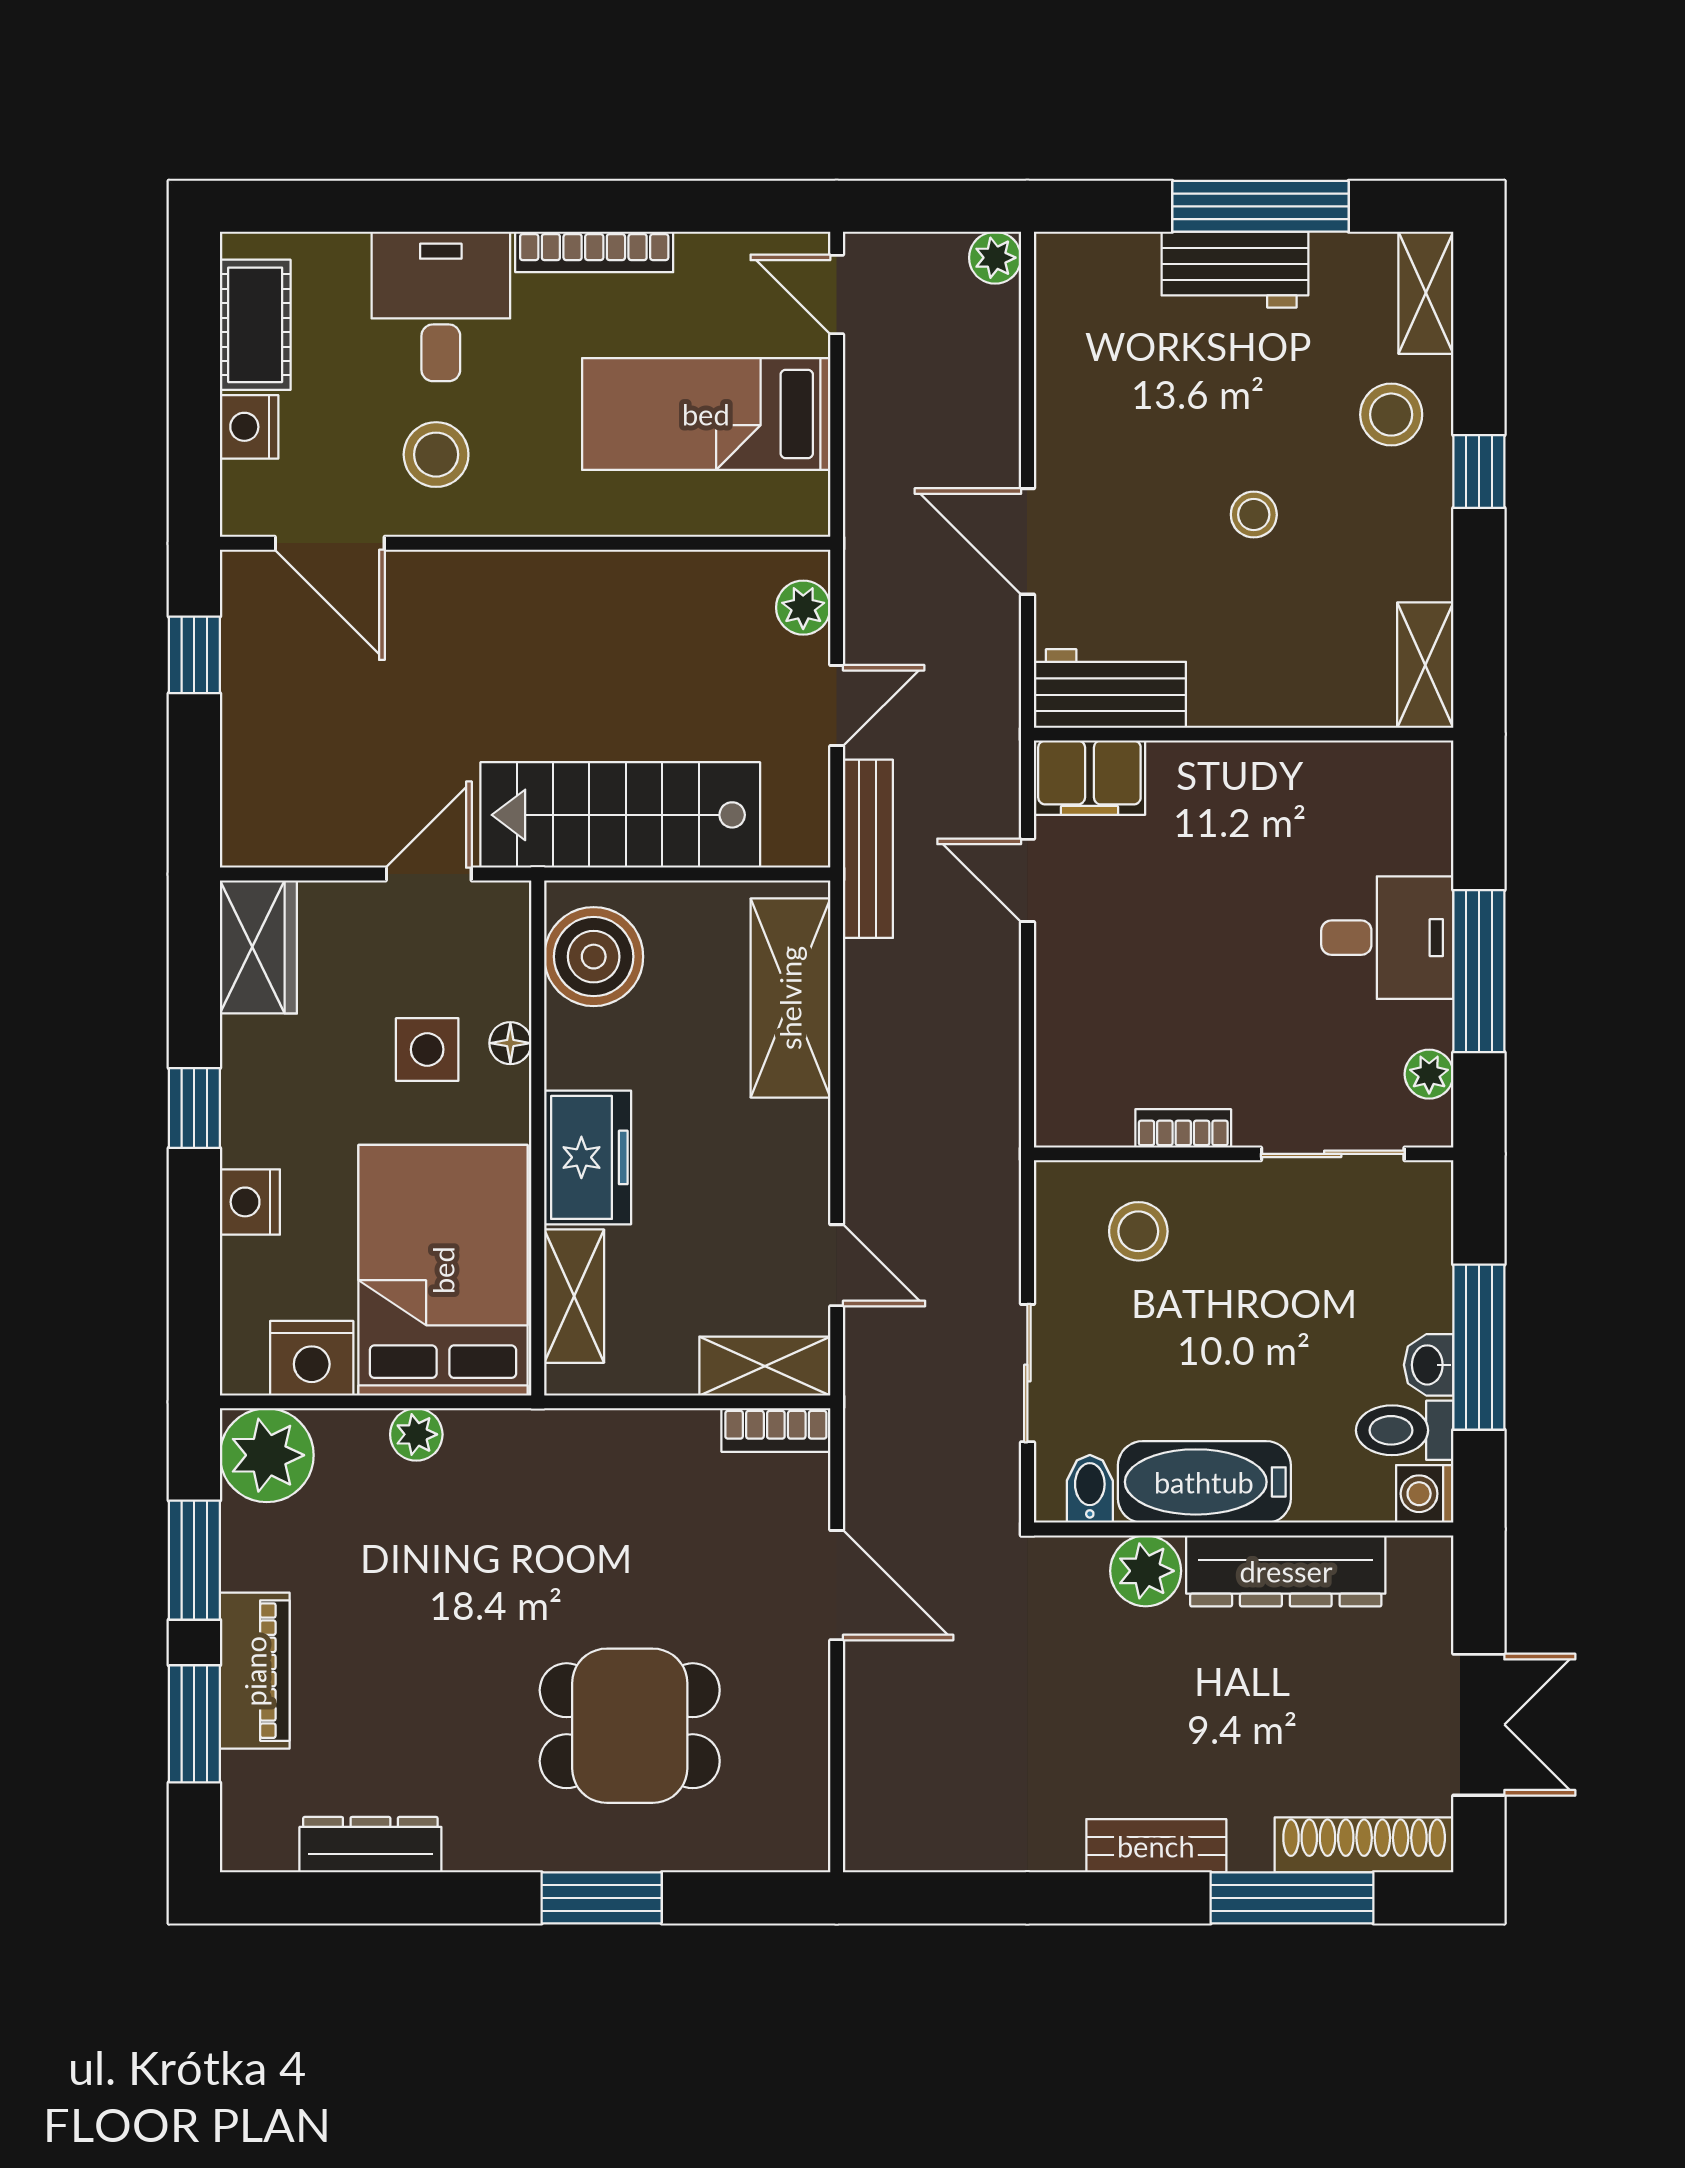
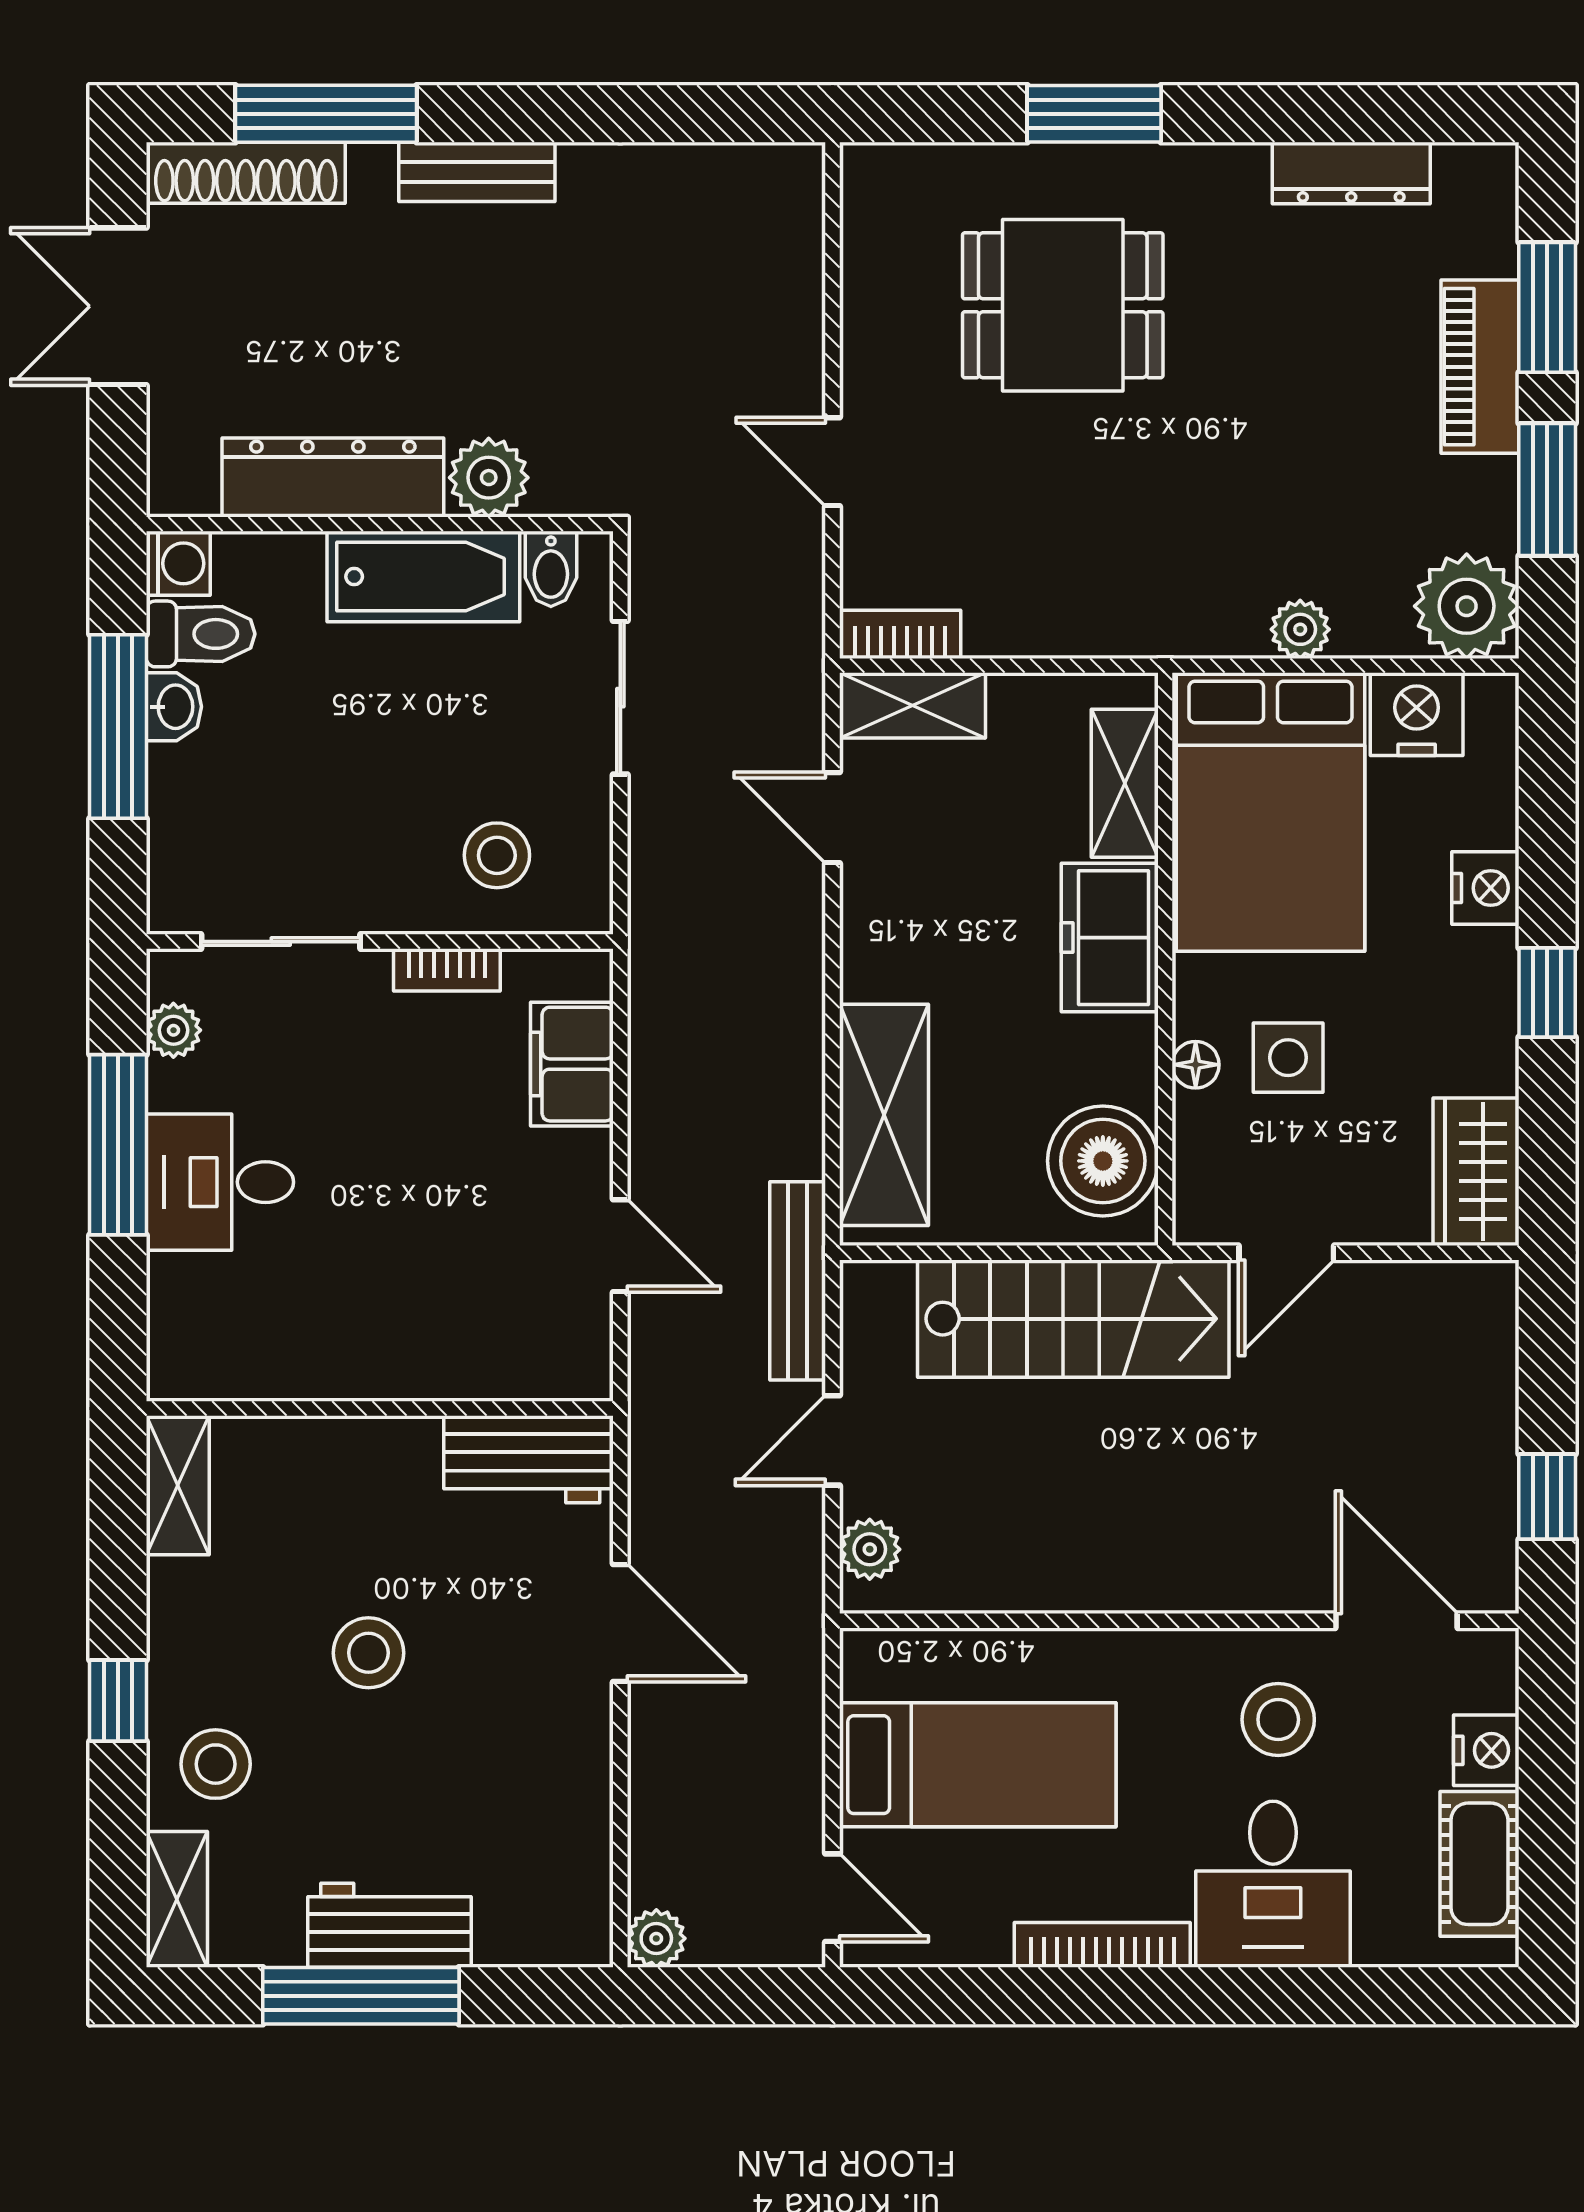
stool: (1254, 515) -> (368, 1653), width x1.37, depth x1.37
filing cabinet: (1089, 778) -> (572, 1064), moved, turned -90
door: (837, 1585) -> (833, 462), width x0.73

